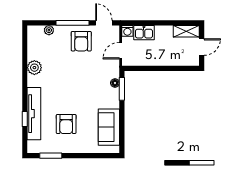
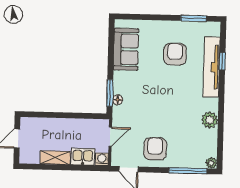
window: (73, 23) -> (188, 171), moved
plant: (49, 30) -> (211, 163), moved
shelving: (186, 31) -> (55, 158), moved

